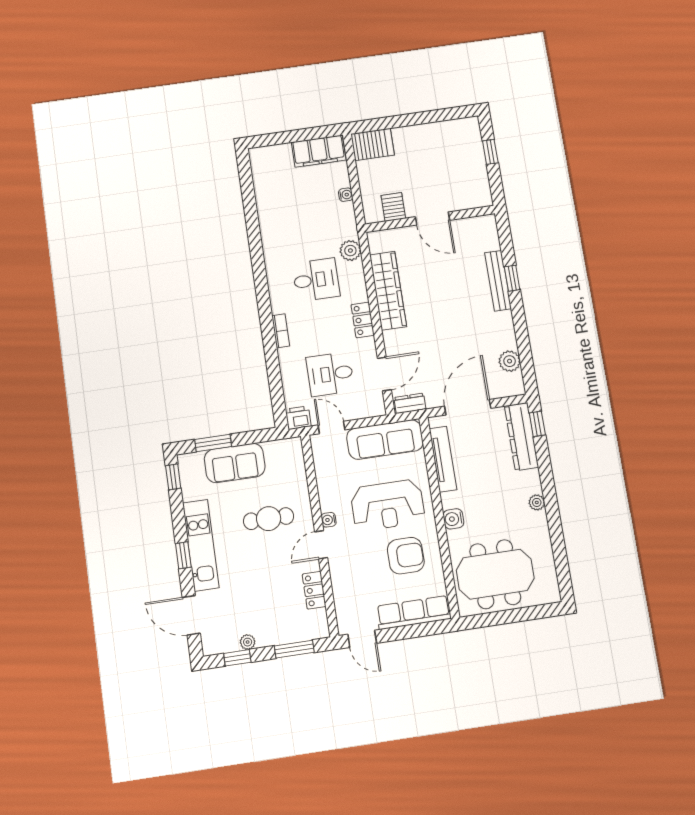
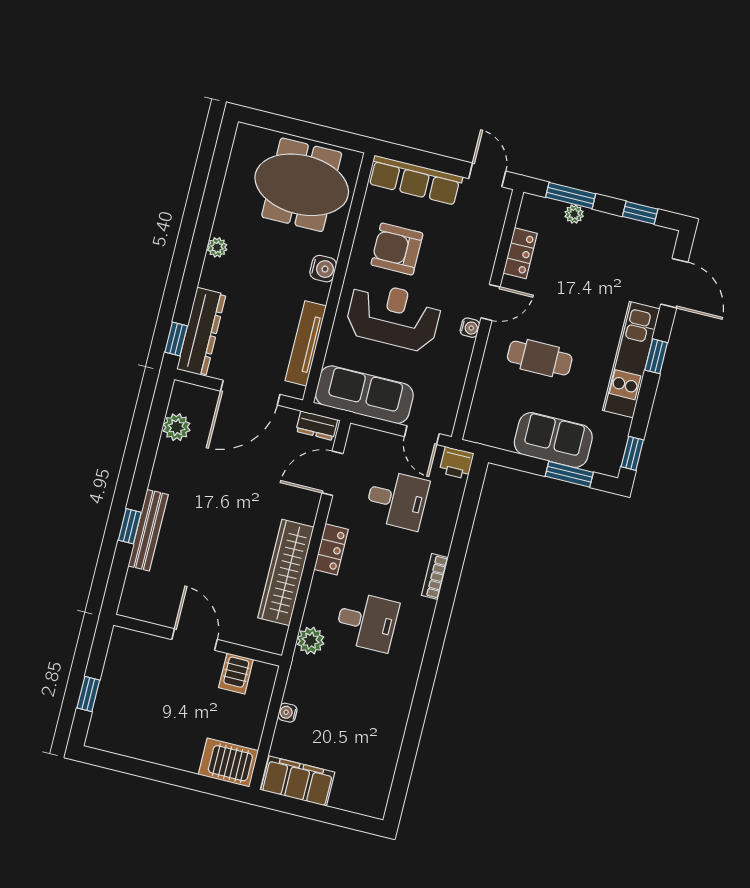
desk: (316, 280) -> (367, 622), turned 180
plant: (248, 642) -> (574, 214), moved

